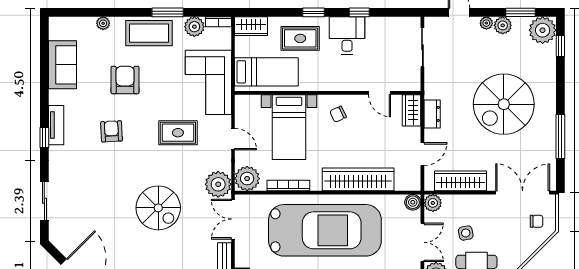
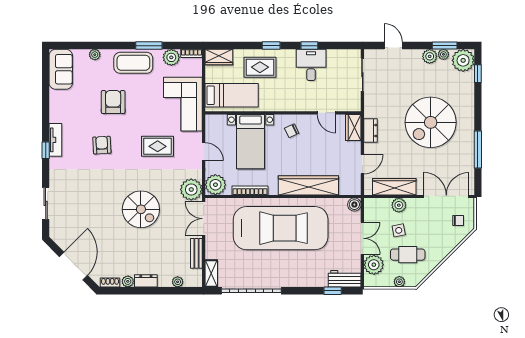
plant: (486, 23) -> (443, 54), moved
desk: (347, 36) -> (311, 65), moved
sofa: (63, 65) -> (61, 69), moved
plant: (433, 203) -> (399, 205), moved

